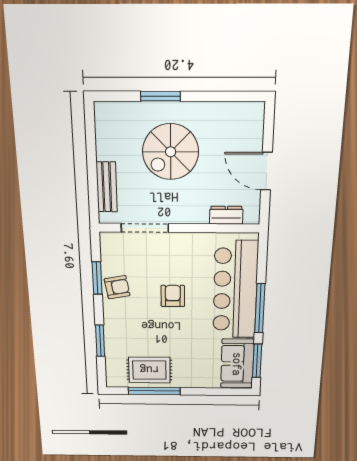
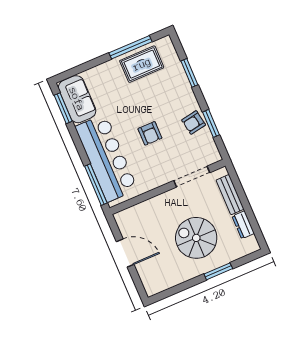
spiral stairs: (171, 152) -> (196, 238), turned -90
dresser: (226, 215) -> (243, 225), moved, turned 90
window: (260, 308) -> (96, 185), moved

